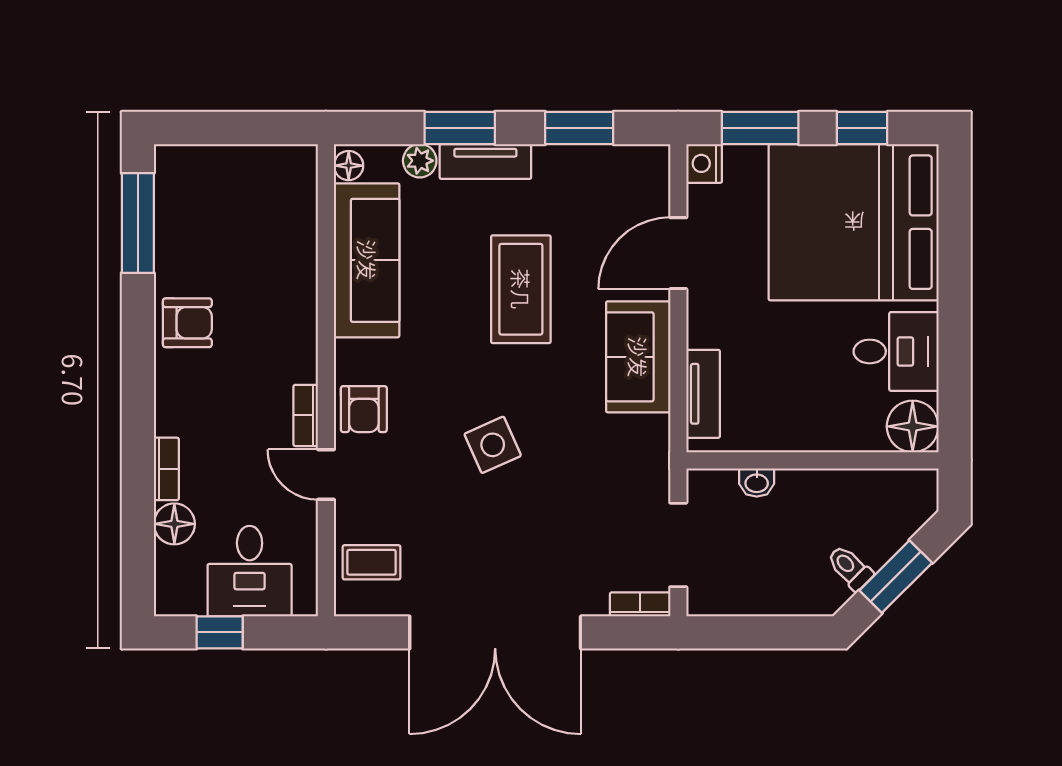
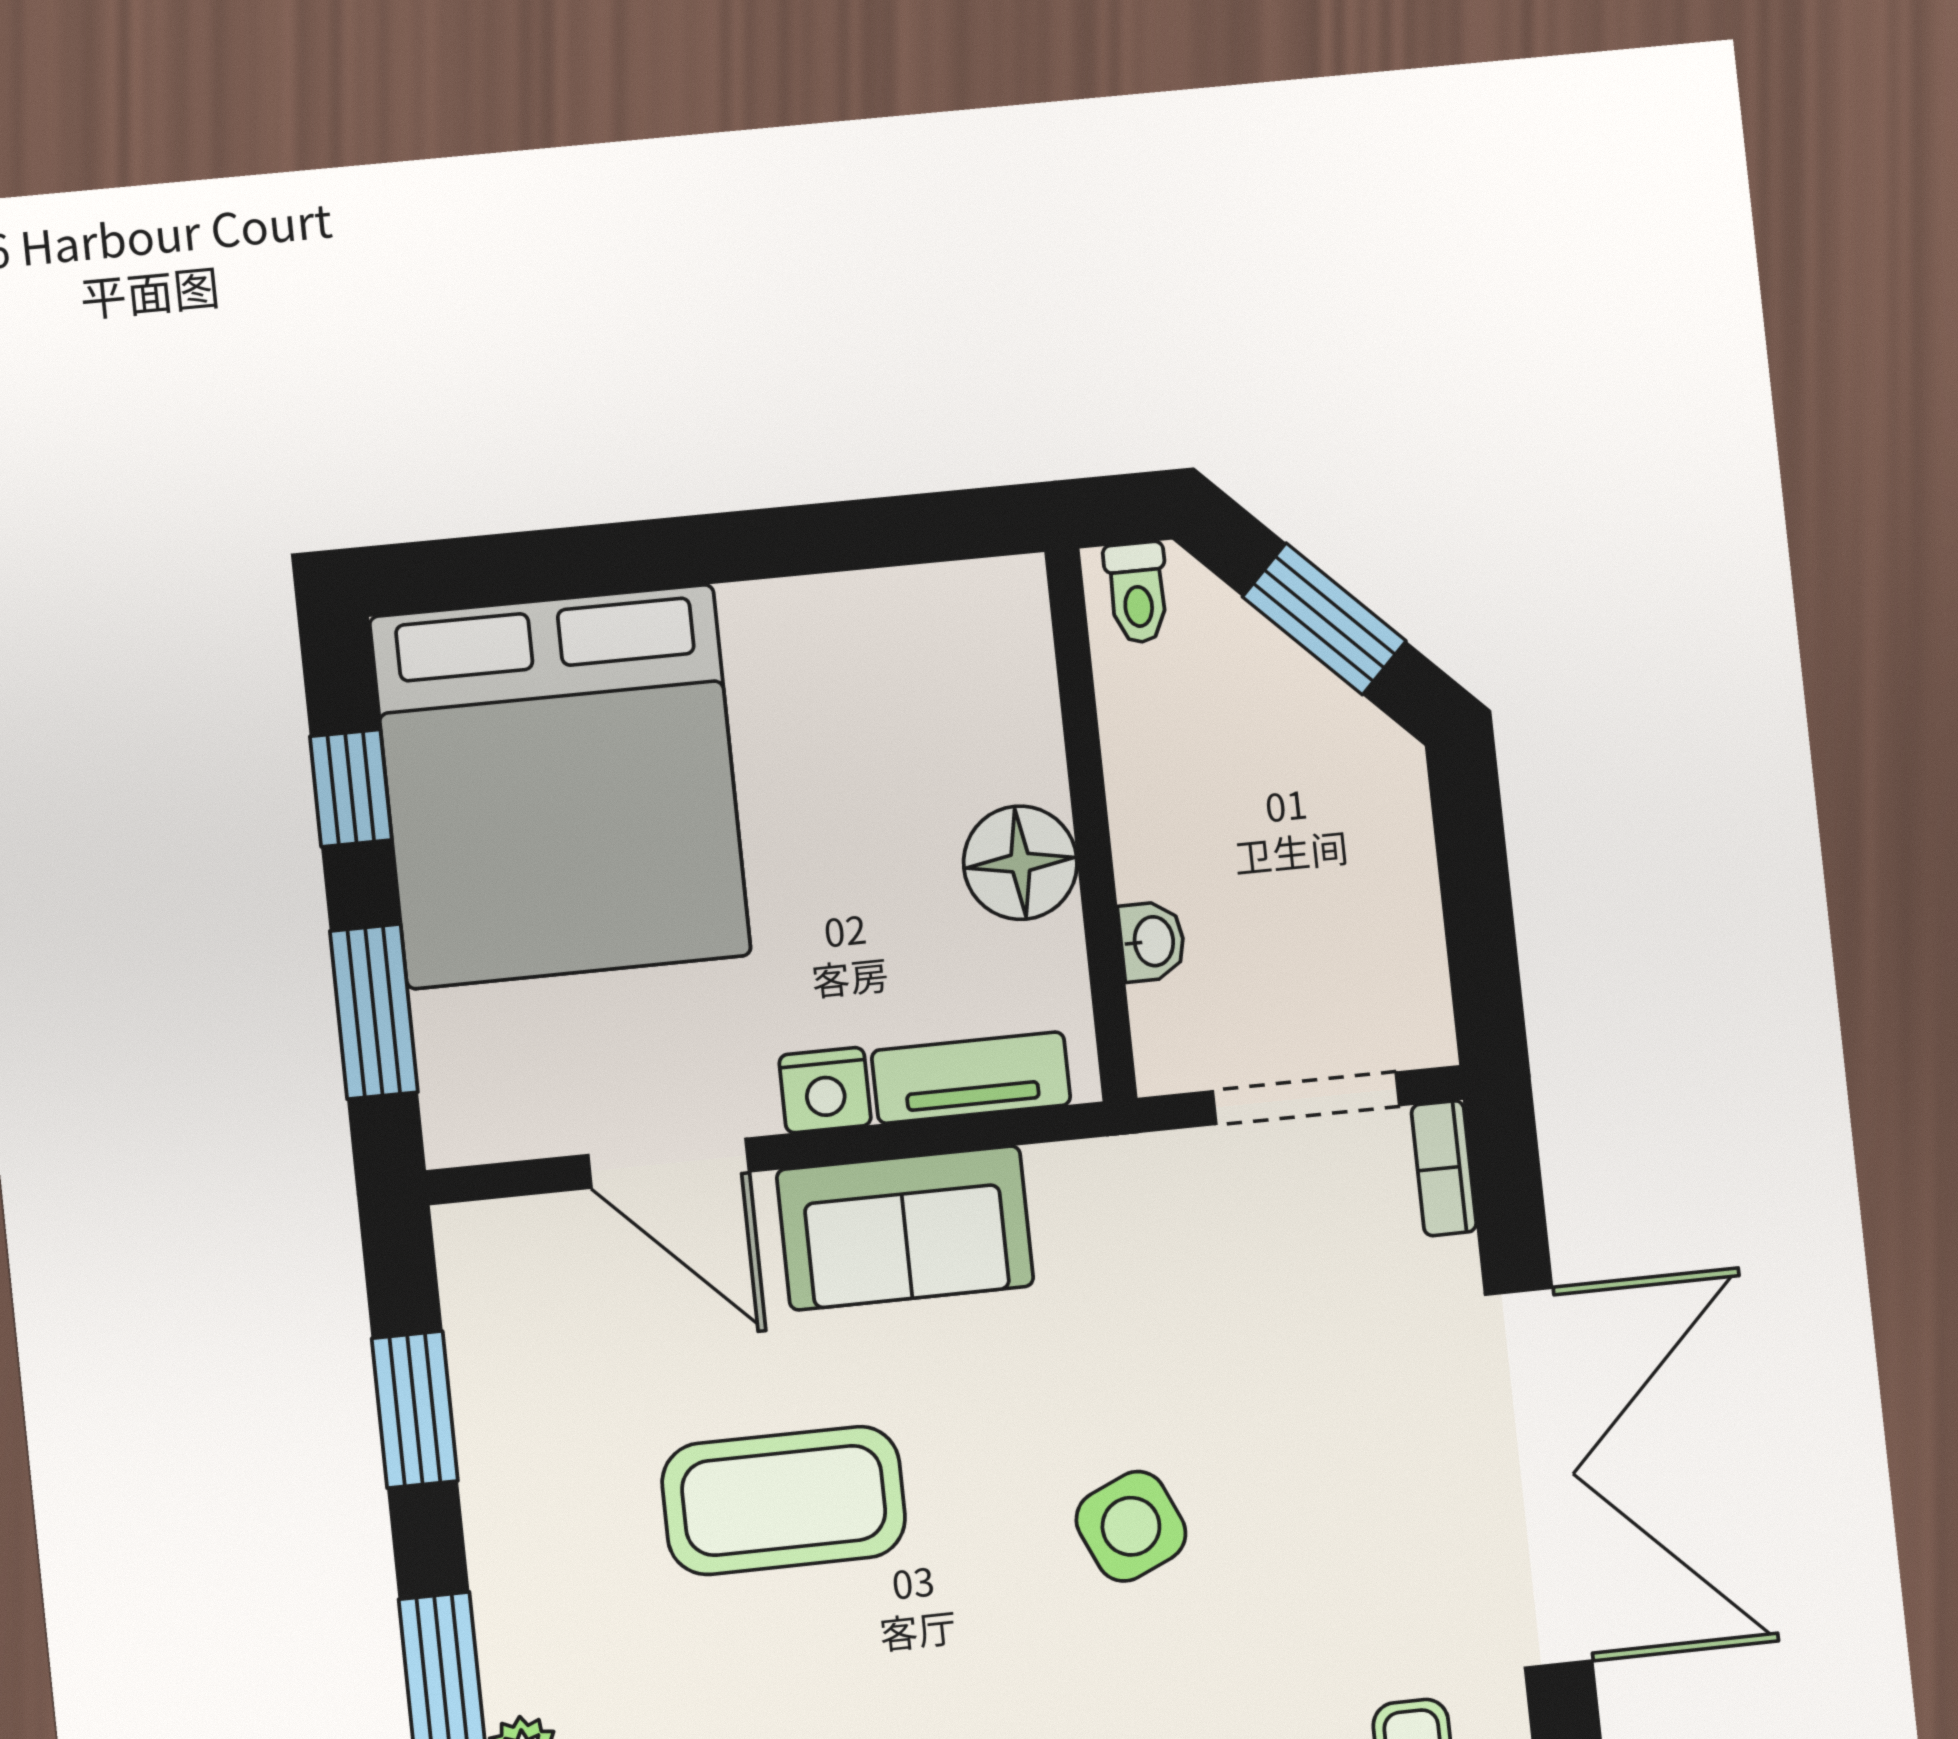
tv unit: (485, 161) -> (510, 1608), removed
nightstand: (704, 163) -> (825, 1090), moved
desk: (896, 351) -> (834, 666), removed
floor lamp: (913, 426) -> (1020, 863), moved
toilet: (850, 568) -> (1137, 593), moved, turned -45

